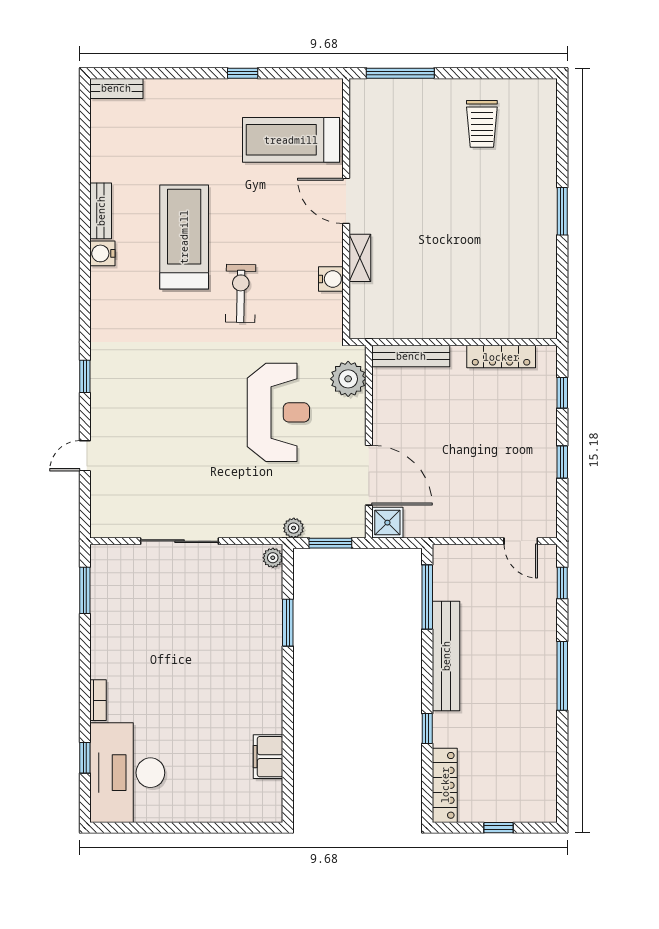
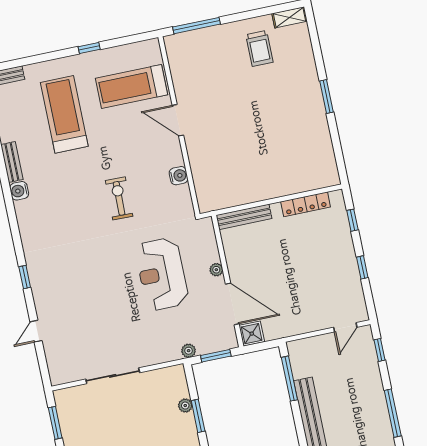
treadmill: (184, 237) -> (64, 114), moved
shelving: (360, 258) -> (290, 17), moved, turned 90
plant: (348, 379) -> (216, 270), moved, width x0.53, depth x0.53
reception desk: (278, 412) -> (162, 274), turned 180
door: (521, 541) -> (345, 327), hinge flipped
plant: (273, 558) -> (185, 406), moved

